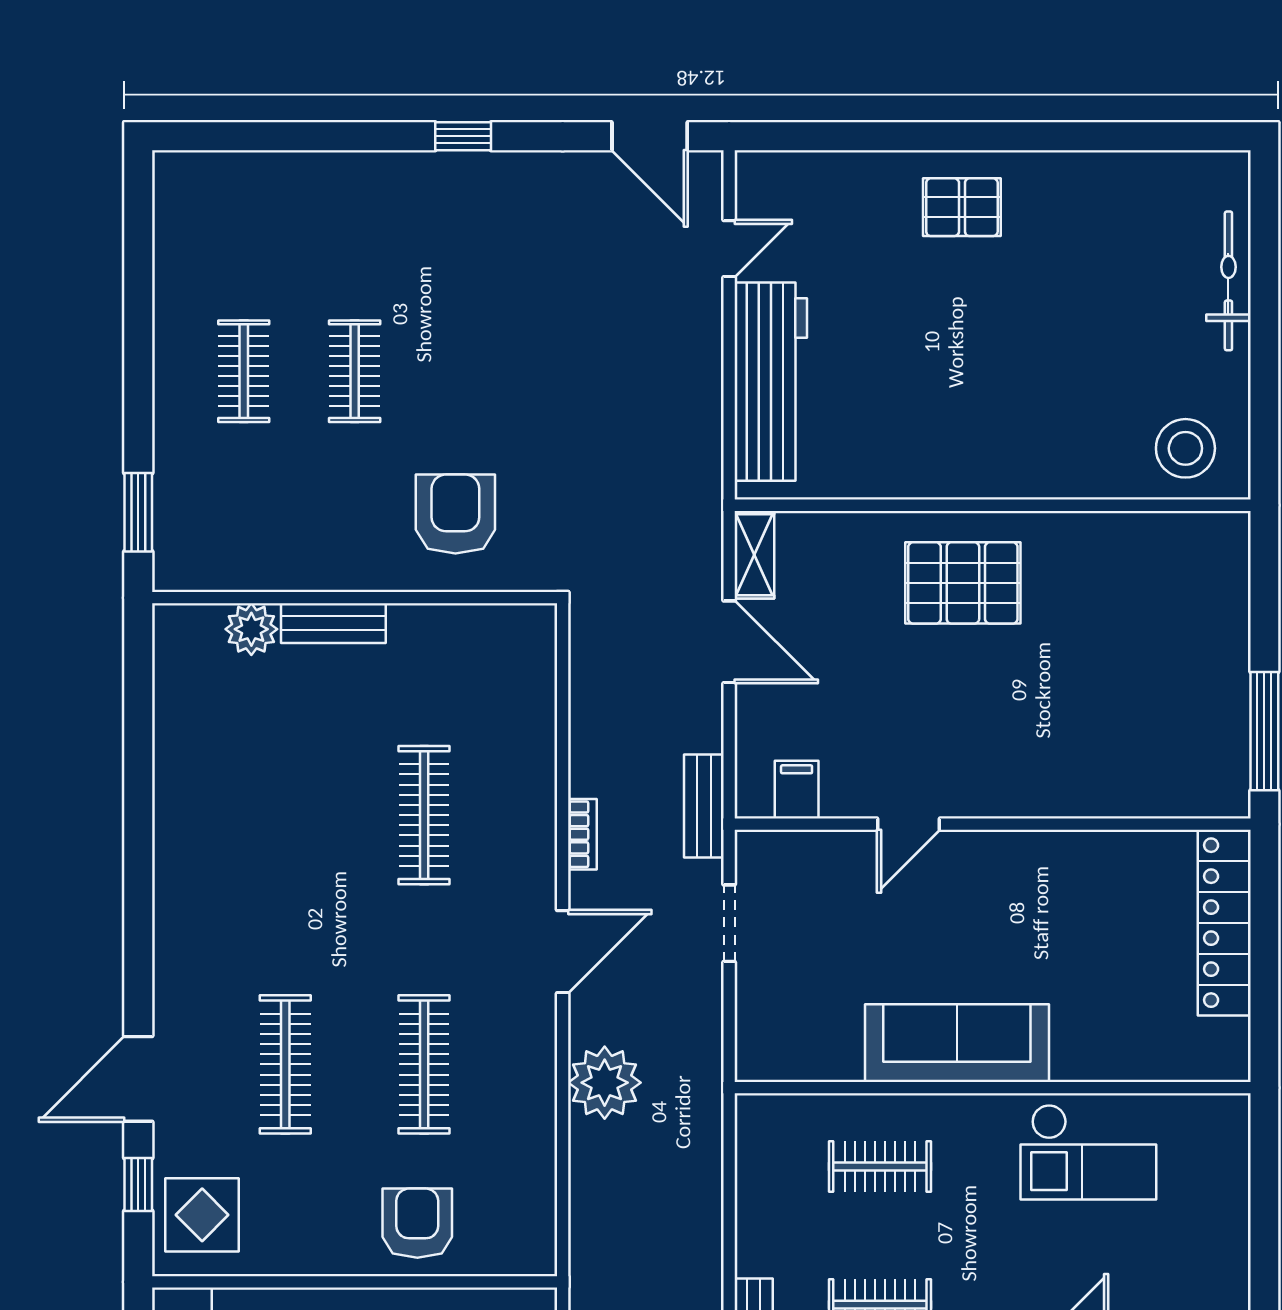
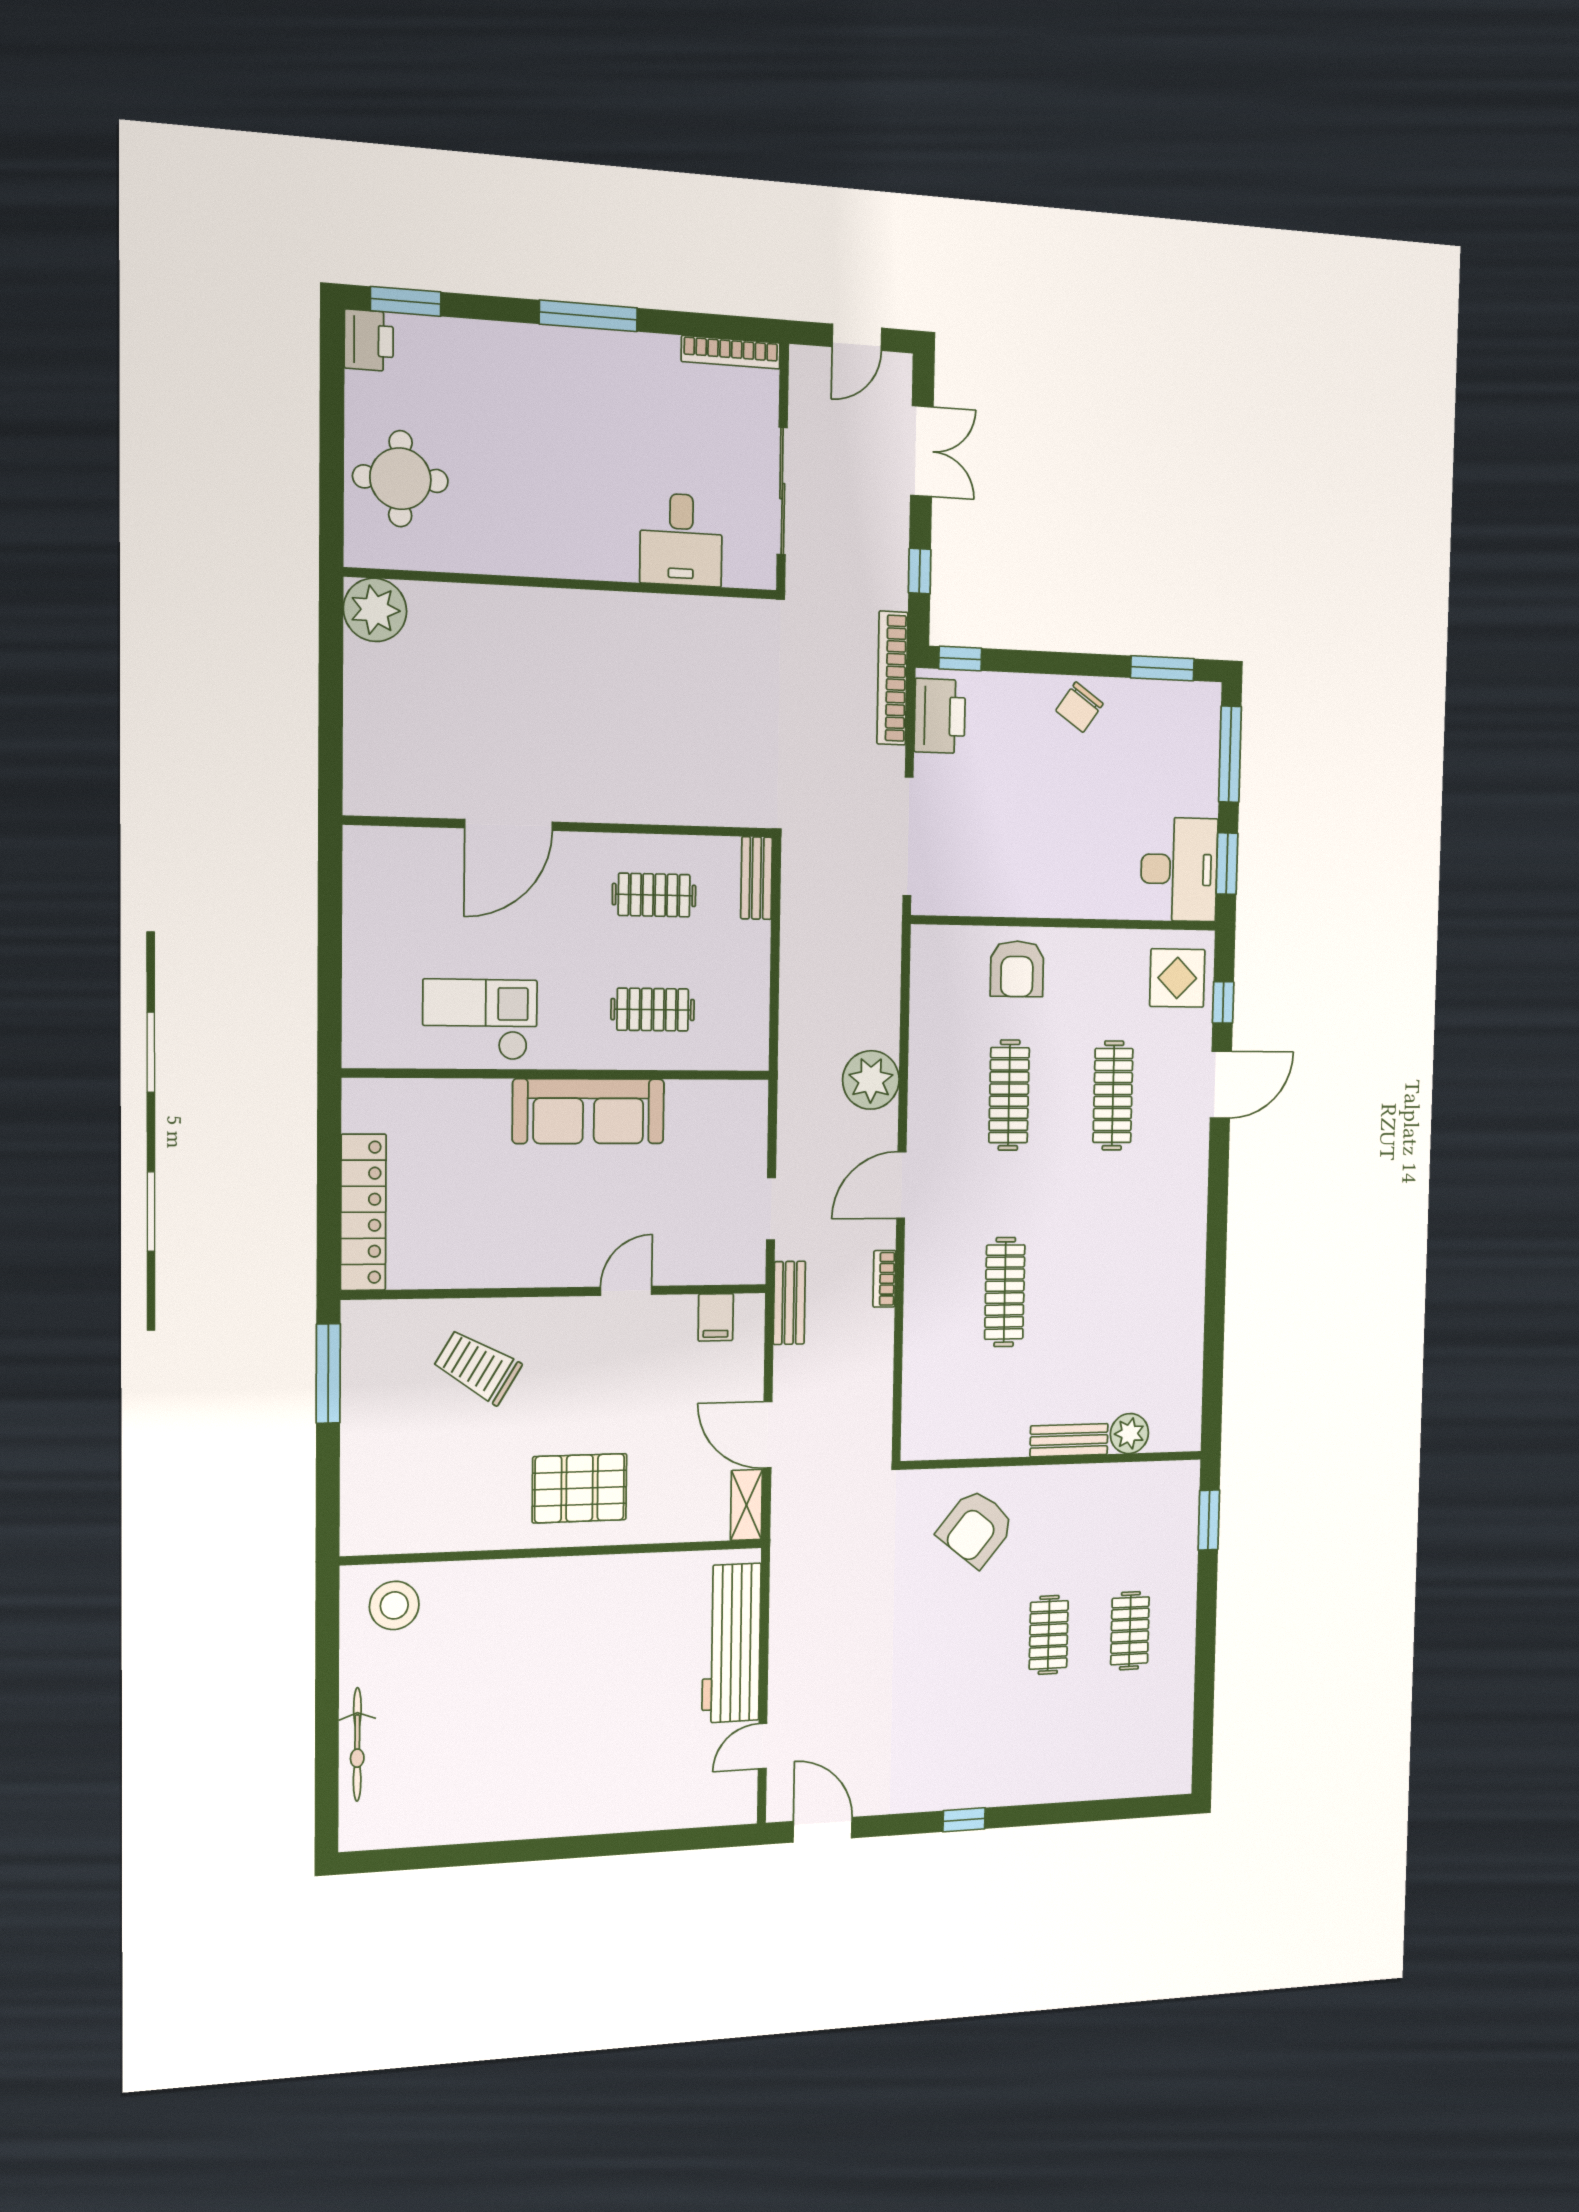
pallet: (962, 207) -> (577, 1790), removed
armchair: (455, 514) -> (976, 1528), turned 39
trolley: (1088, 735) -> (477, 1367), added

